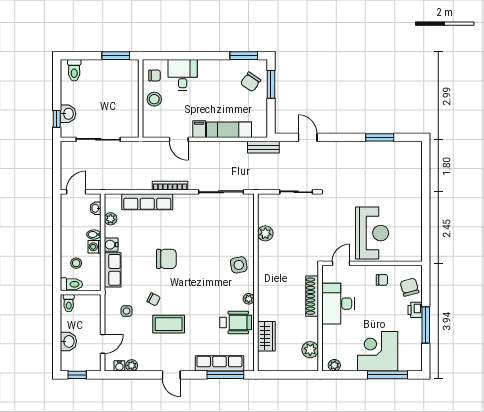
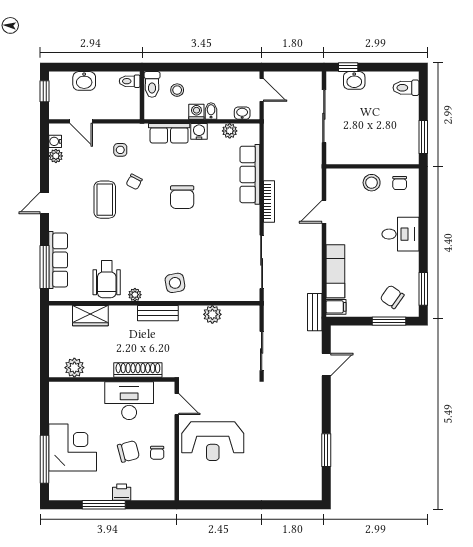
desk: (183, 75) -> (400, 234), moved
filing cabinet: (199, 129) -> (336, 307), moved
bench: (264, 279) -> (158, 313), added
chair: (410, 287) -> (128, 451), moved
plant: (334, 365) -> (56, 396), removed

